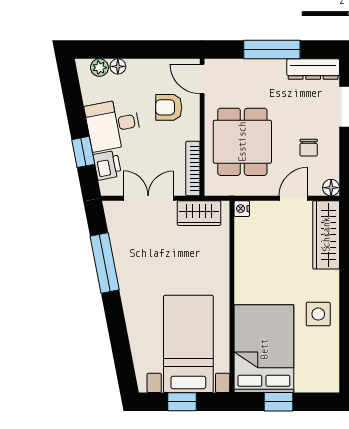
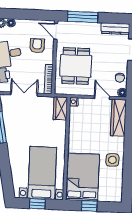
window: (272, 50) -> (83, 17), moved
armchair: (169, 107) -> (37, 46), turned 90
chair: (309, 148) -> (120, 78), moved
door: (294, 198) -> (102, 97), hinge flipped
wardrobe: (199, 213) -> (60, 108), moved, turned 90

